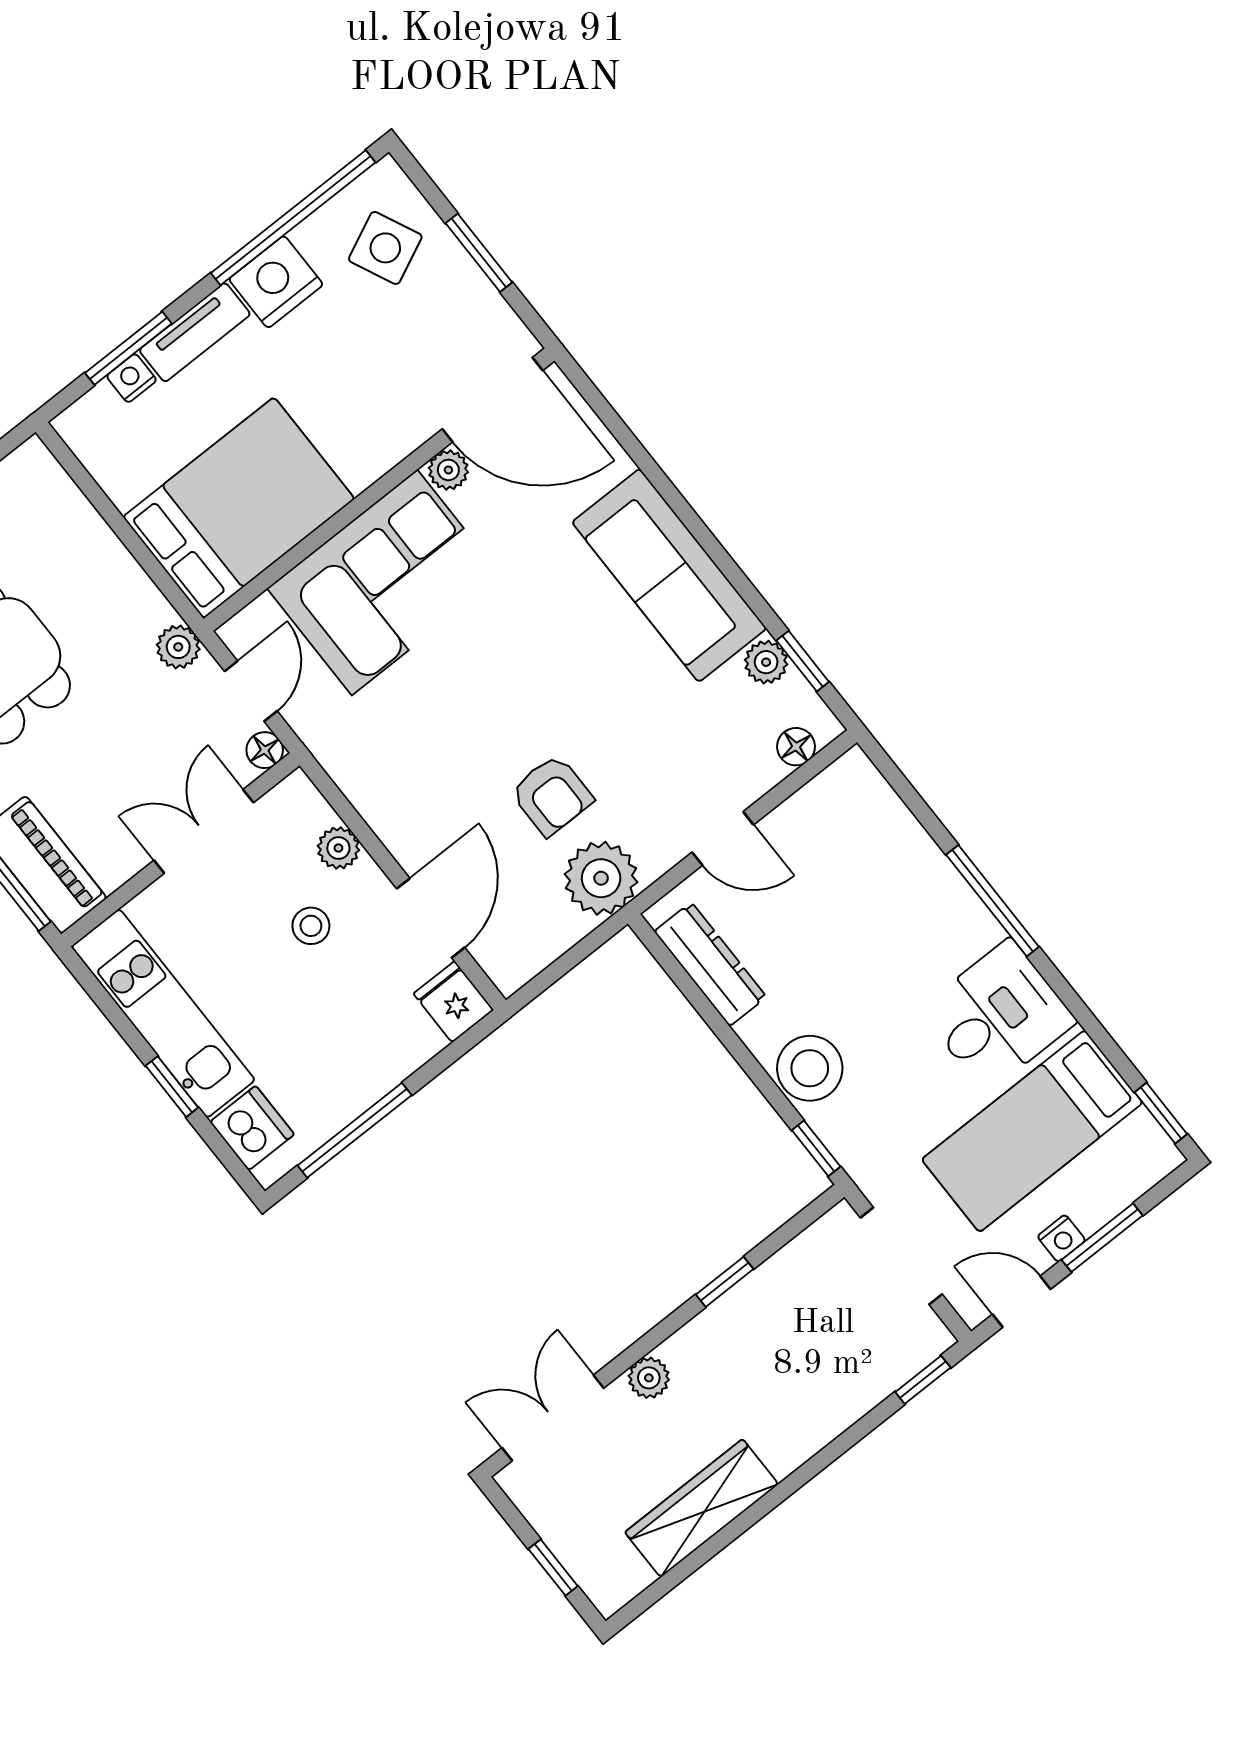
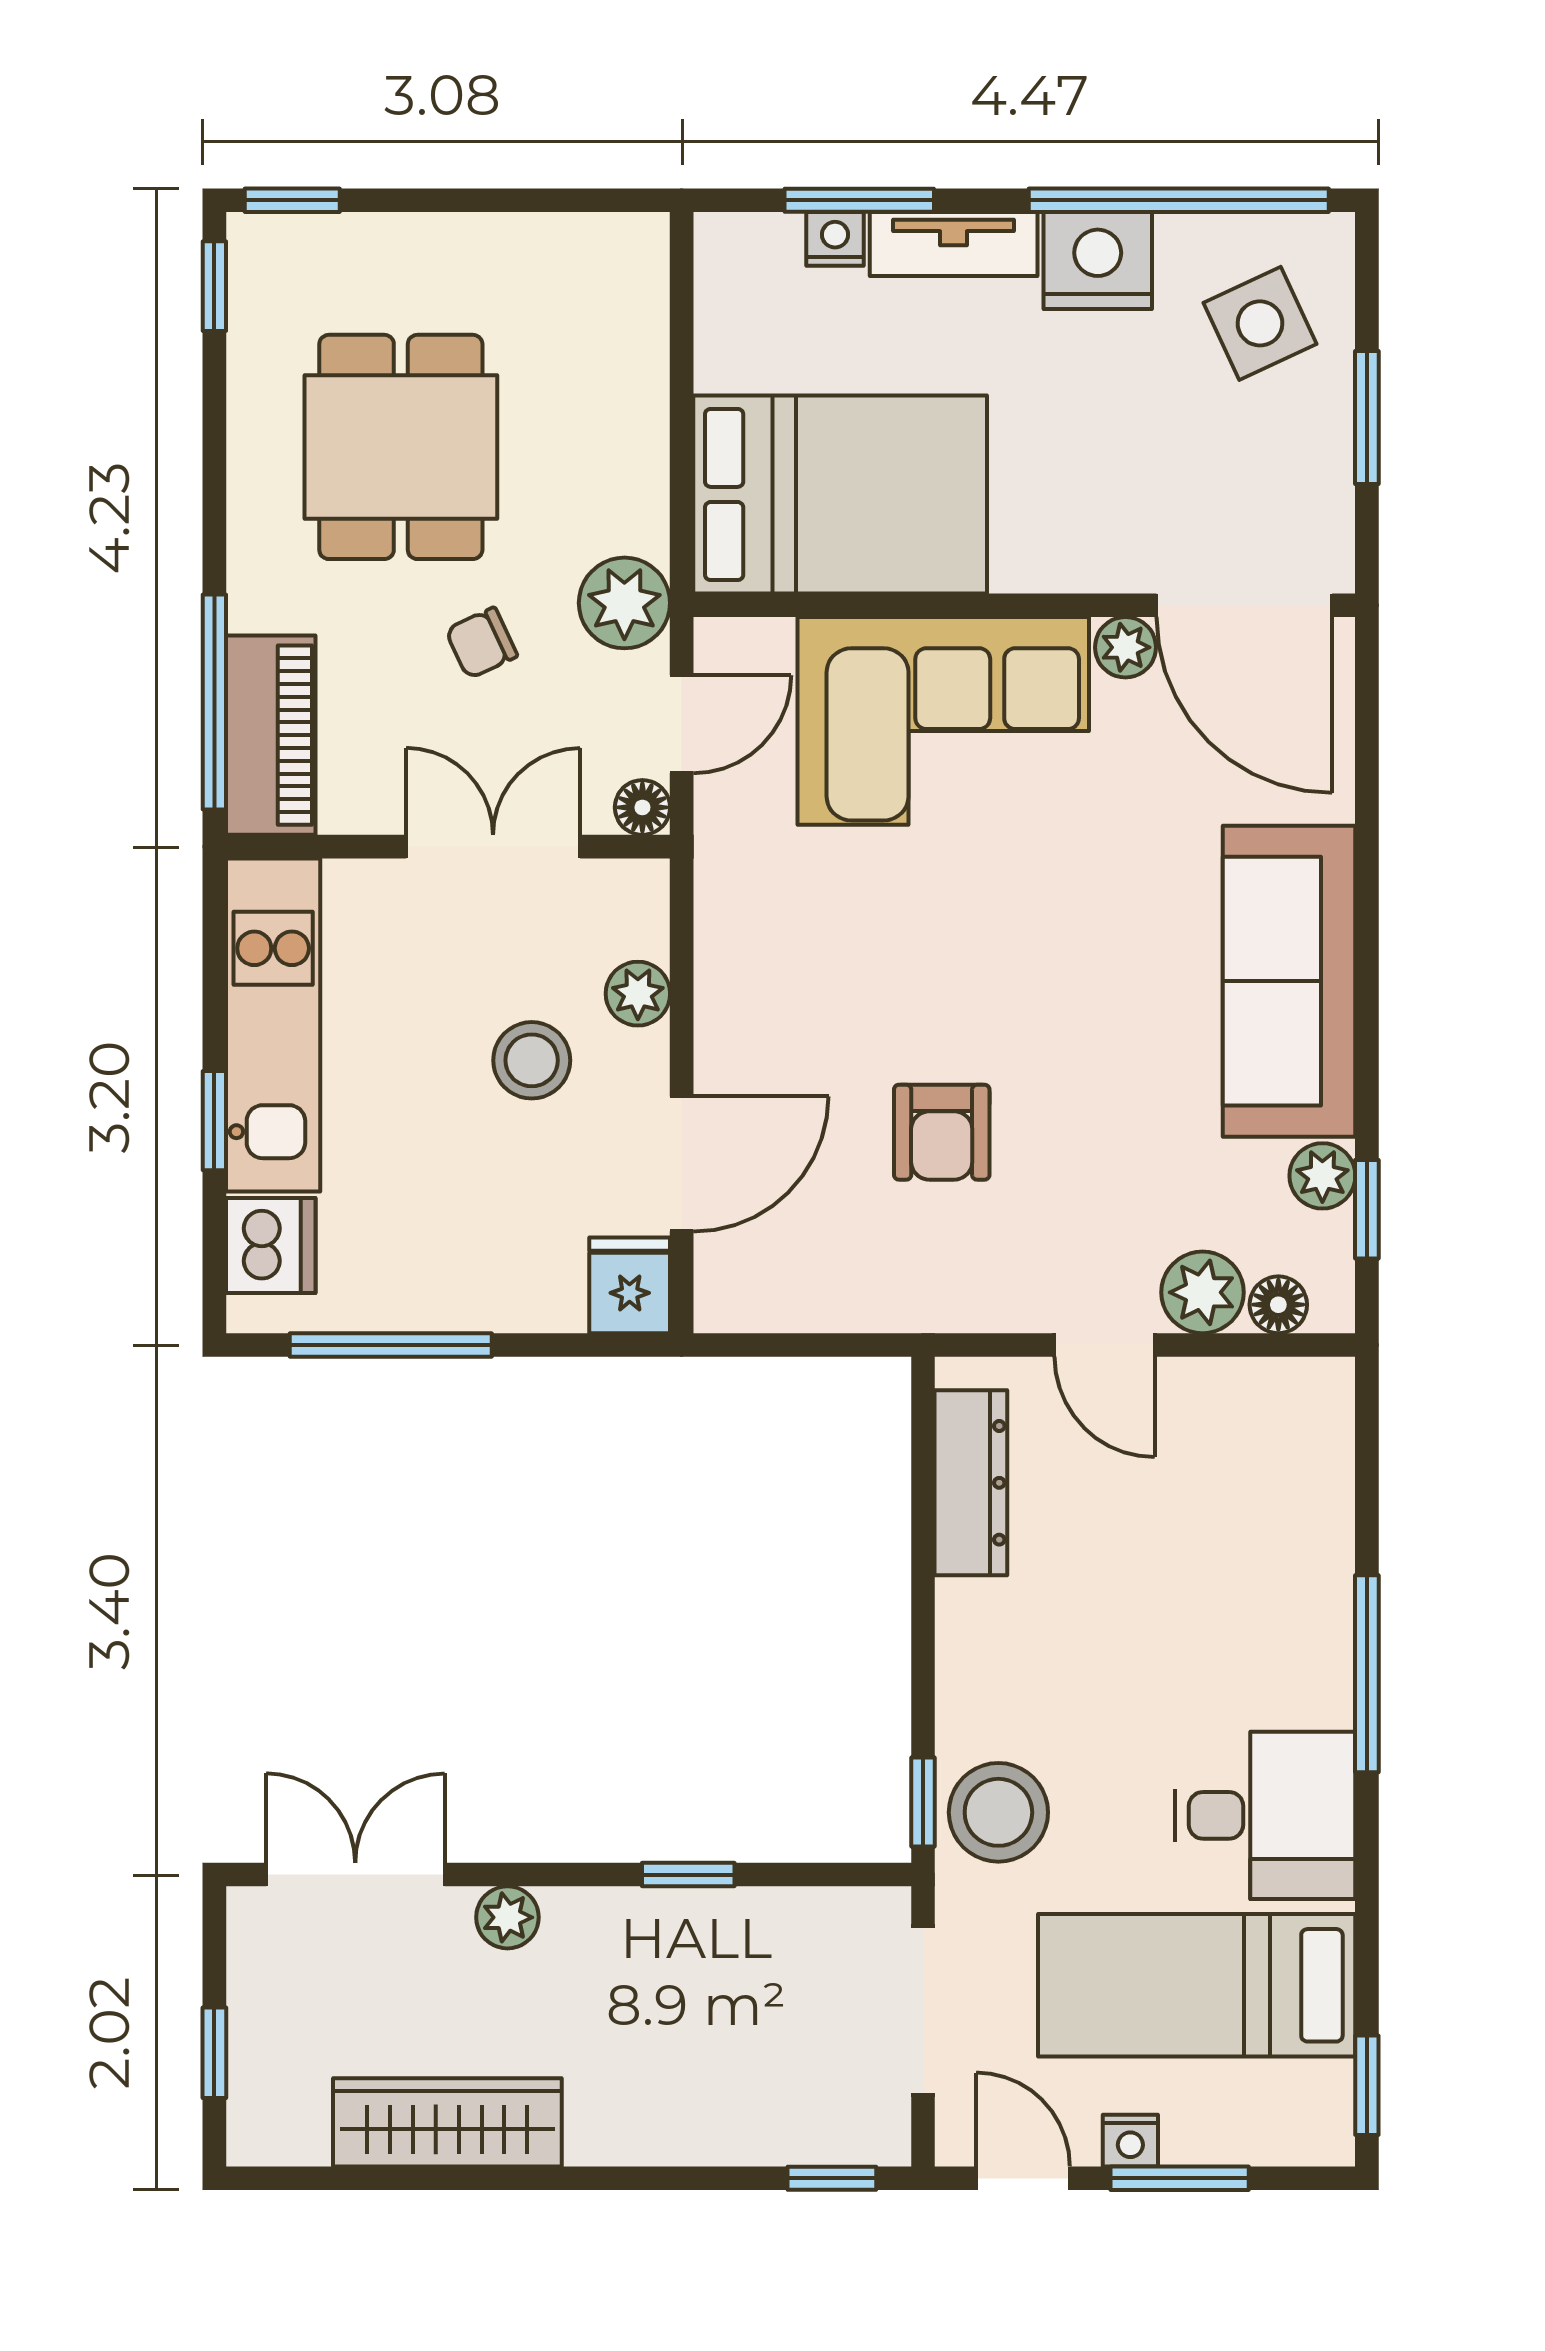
plant: (178, 647) -> (624, 603), width x1.38, depth x1.38
chair: (114, 731) -> (481, 643), added
plant: (601, 878) -> (1203, 1292), moved, width x0.73, depth x0.73
stool: (311, 926) -> (532, 1060), width x1.37, depth x1.37
stool: (810, 1068) -> (998, 1812), moved

